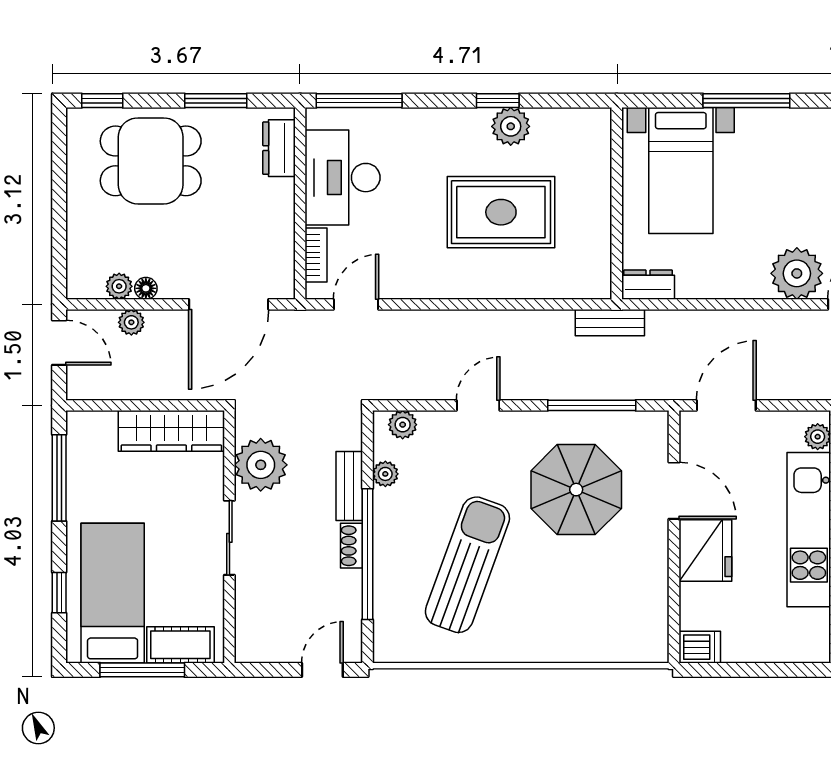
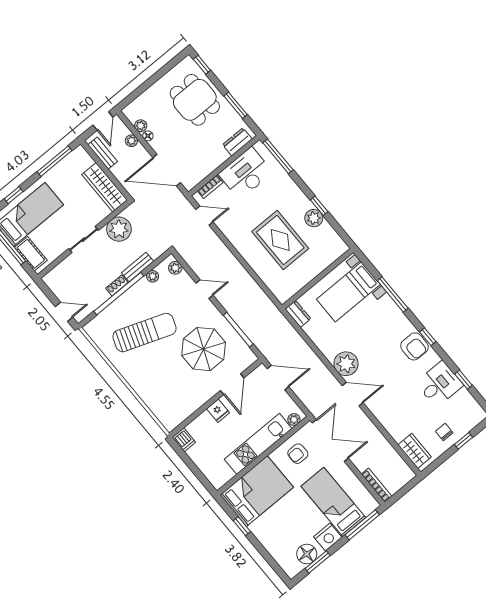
bench: (610, 323) -> (103, 153), moved
fridge: (705, 550) -> (218, 411), width x0.53, depth x0.75

